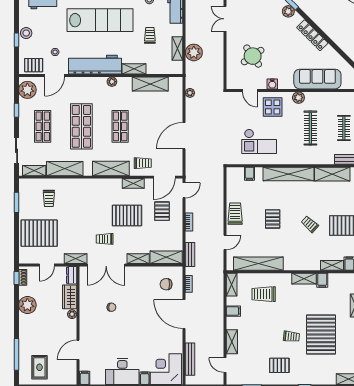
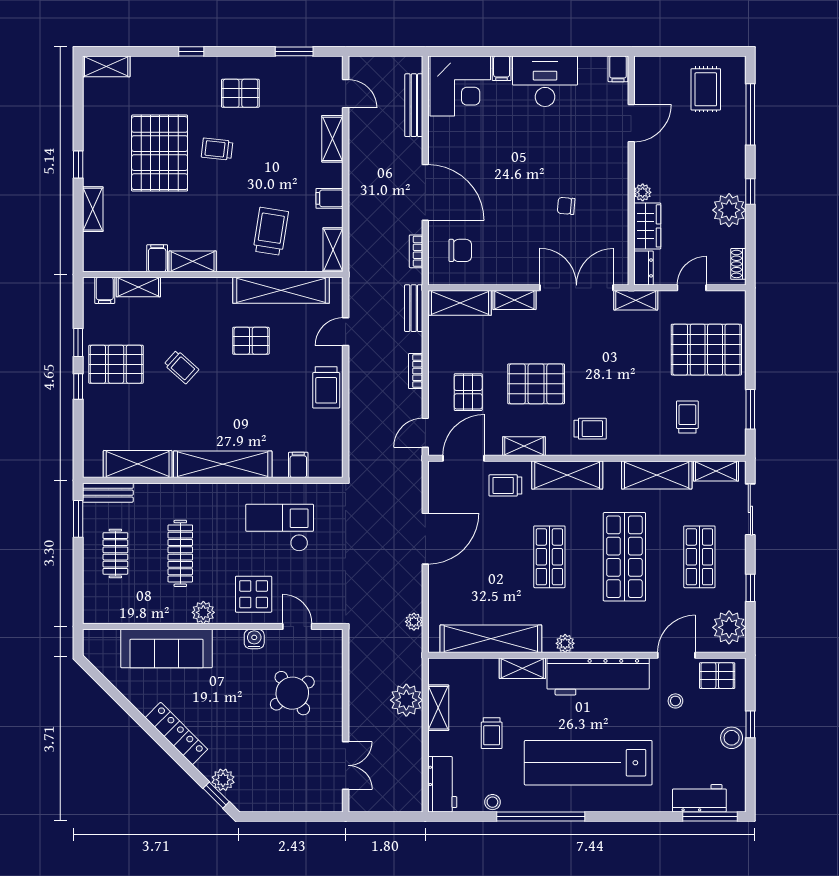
shelving: (150, 84) -> (491, 639), width x1.47
pallet: (273, 219) -> (251, 341), moved, turned 90
trolley: (105, 239) -> (590, 429), moved
window: (17, 278) -> (750, 192), moved
trolley: (264, 294) -> (271, 231), turned -81

